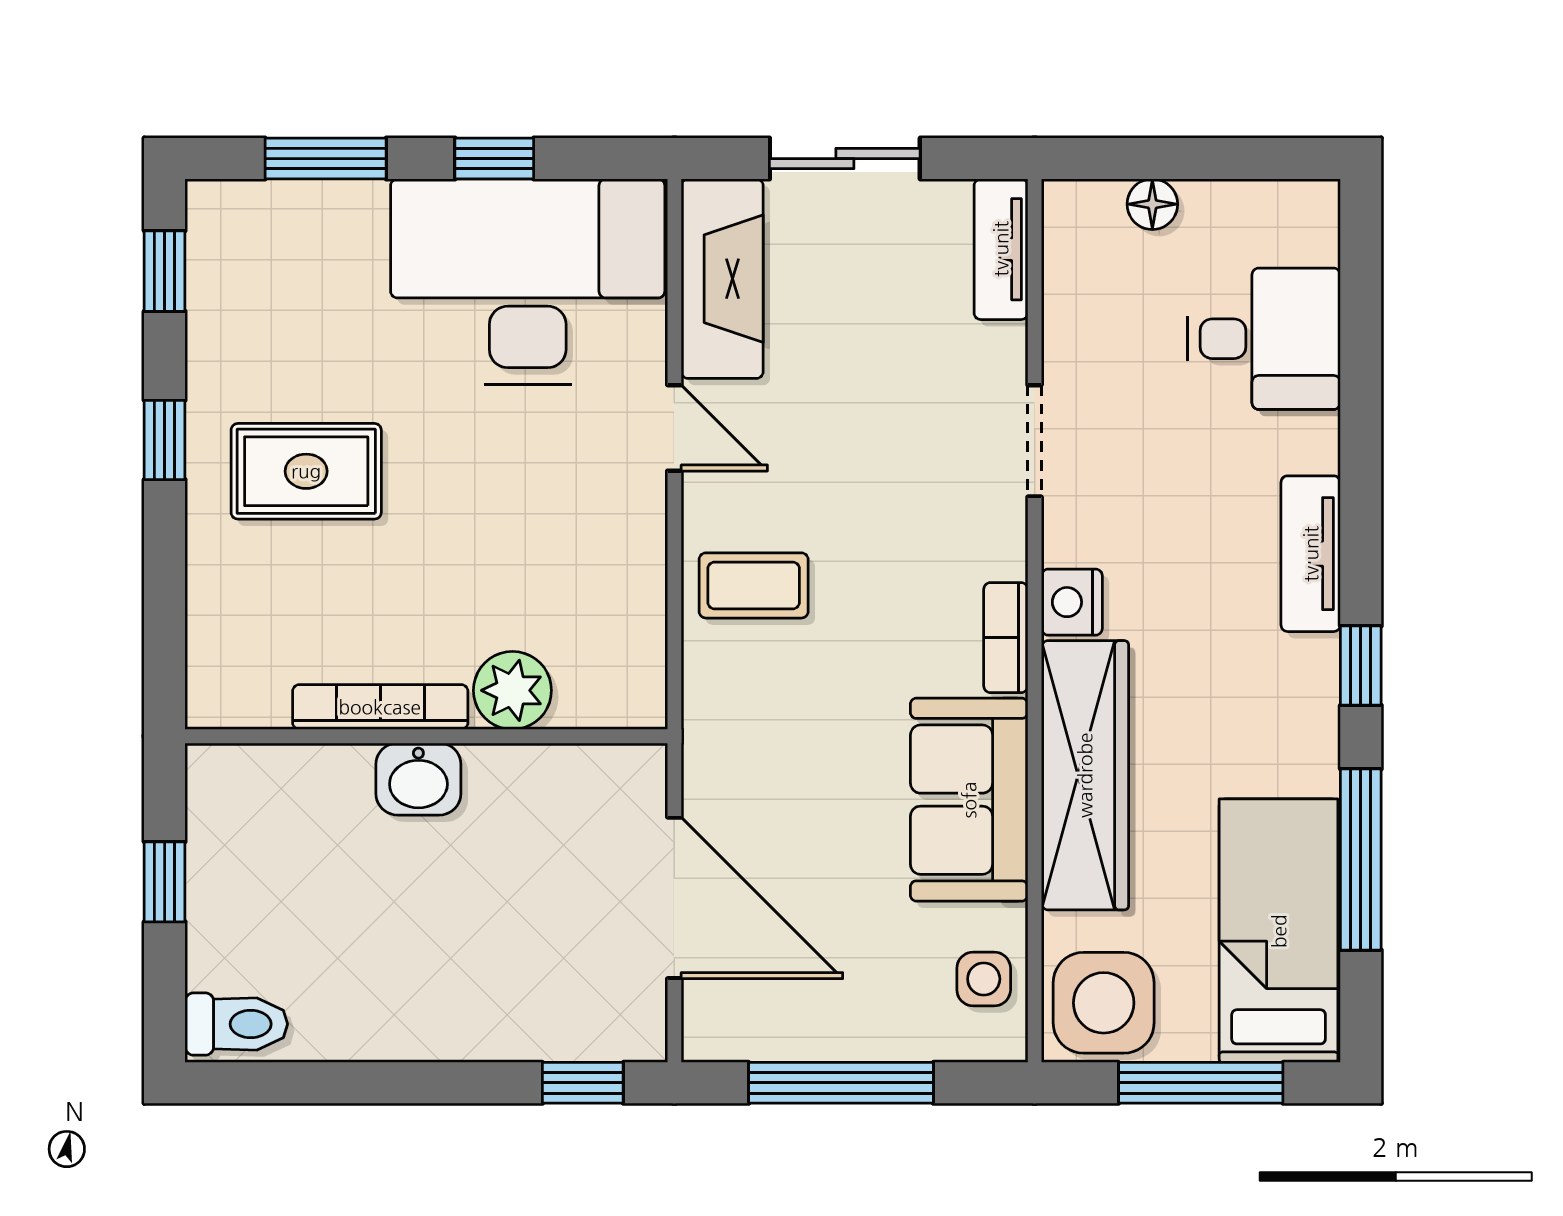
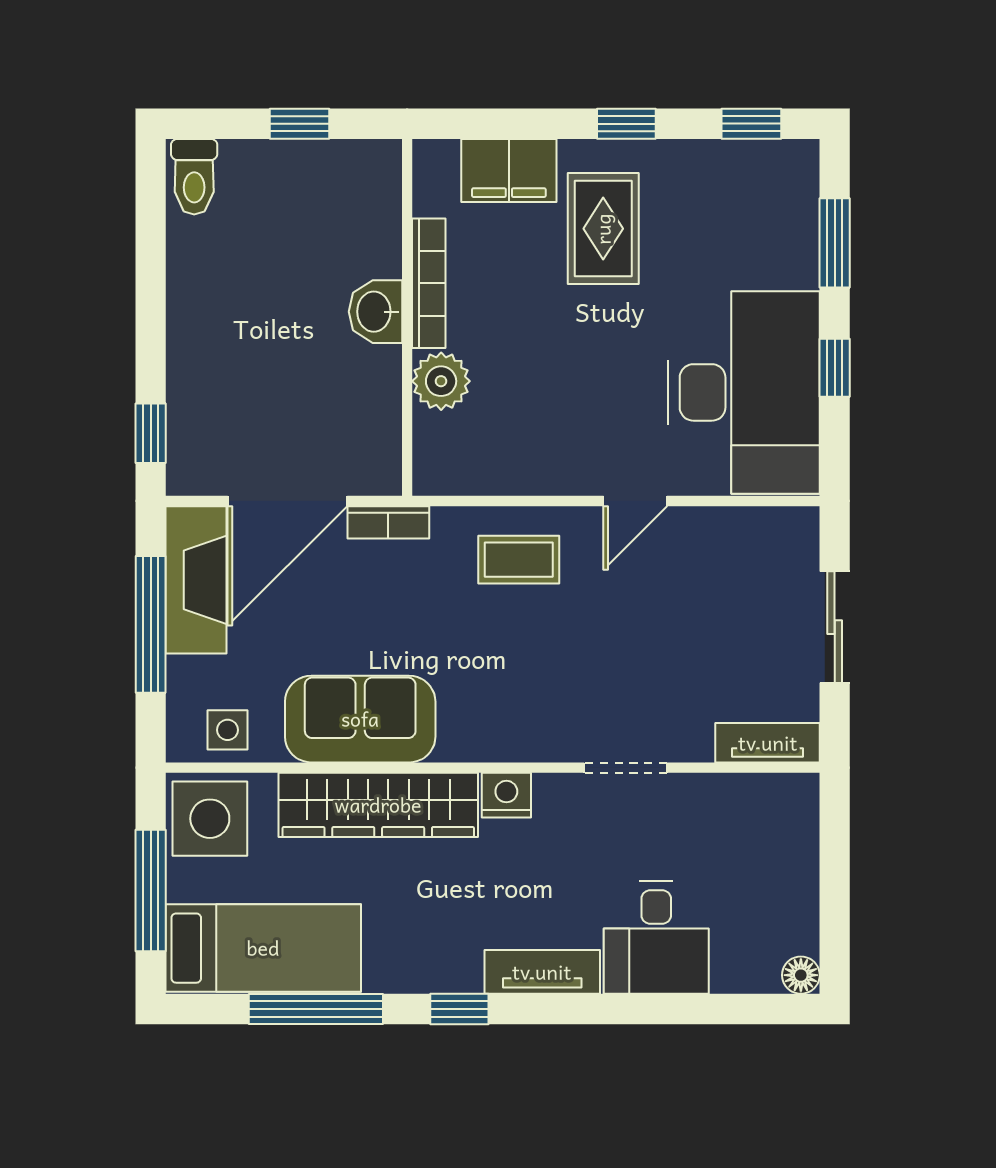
floor lamp: (1152, 204) -> (801, 975), moved
fireplace: (722, 279) -> (196, 580), moved, turned -90
desk: (1264, 339) -> (656, 937), moved
coffee table: (754, 585) -> (519, 560), turned 90
filing cabinet: (228, 599) -> (509, 170), added
bookcase: (1006, 638) -> (388, 522), moved, turned 180

